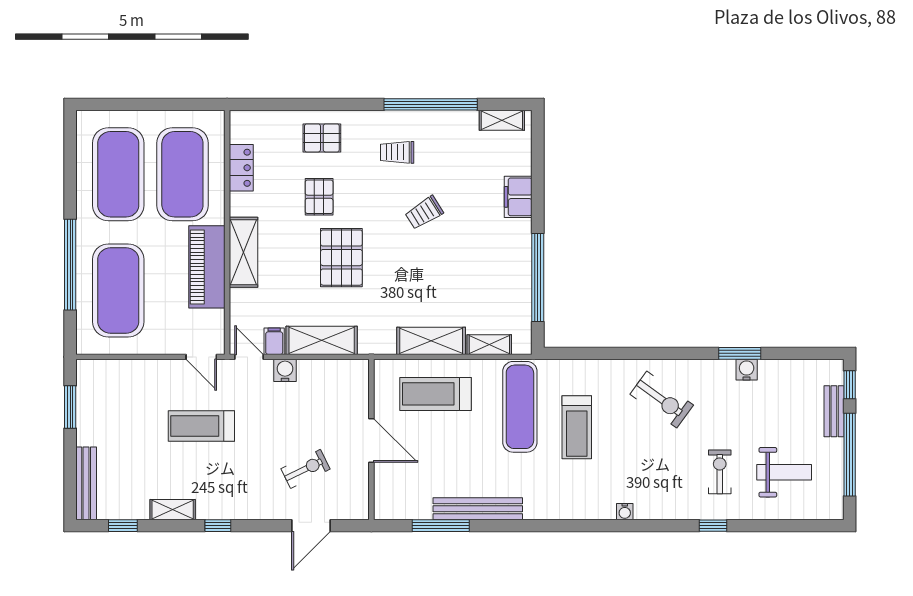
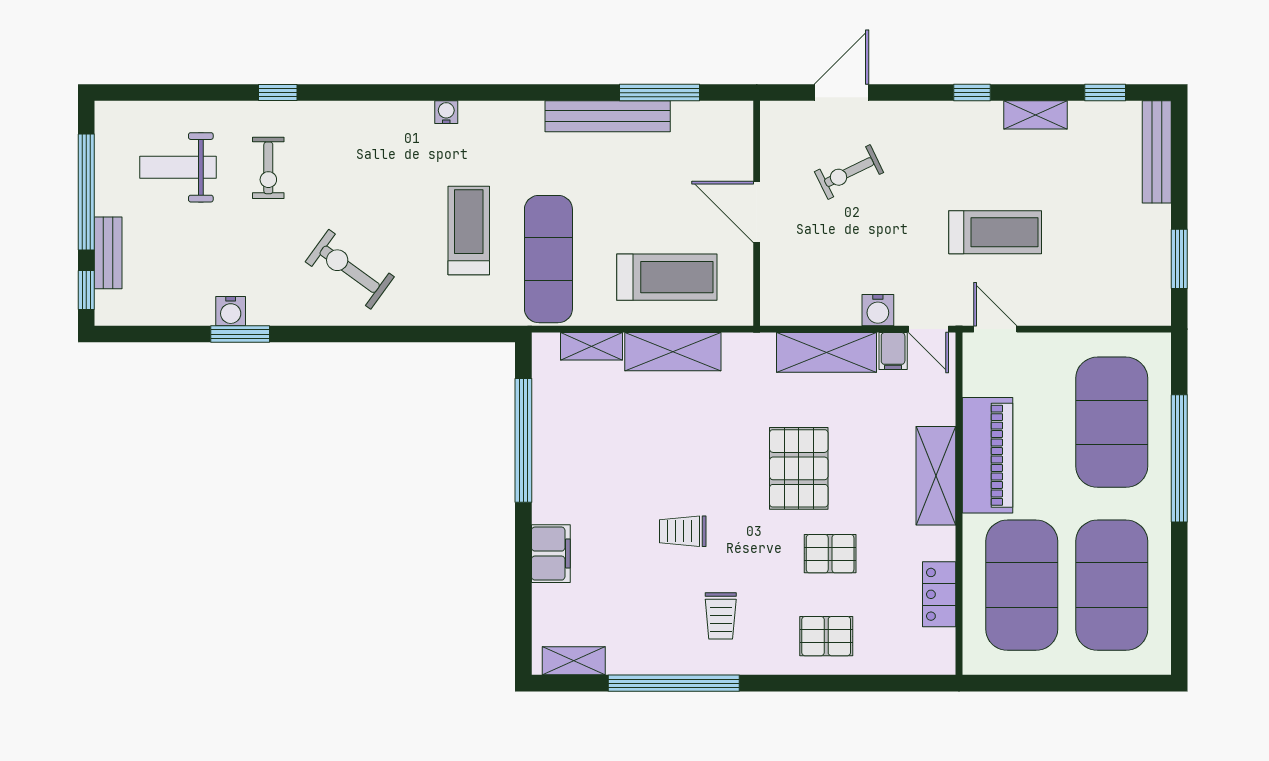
trolley: (397, 152) -> (721, 616), turned 90
pallet: (319, 197) -> (830, 554), turned 90
trolley: (424, 213) -> (683, 531), turned -148
water cooler: (625, 512) -> (446, 112), moved

